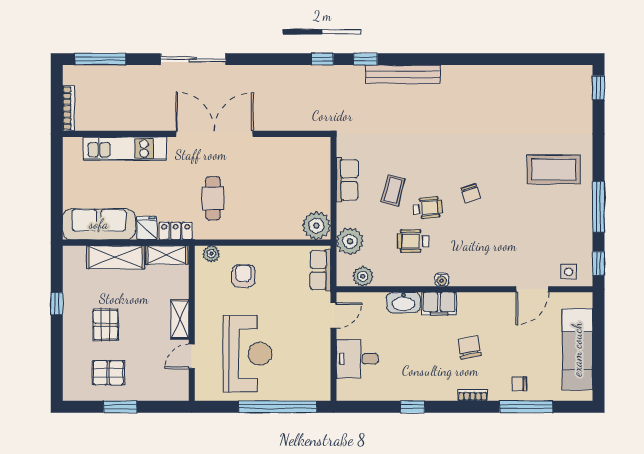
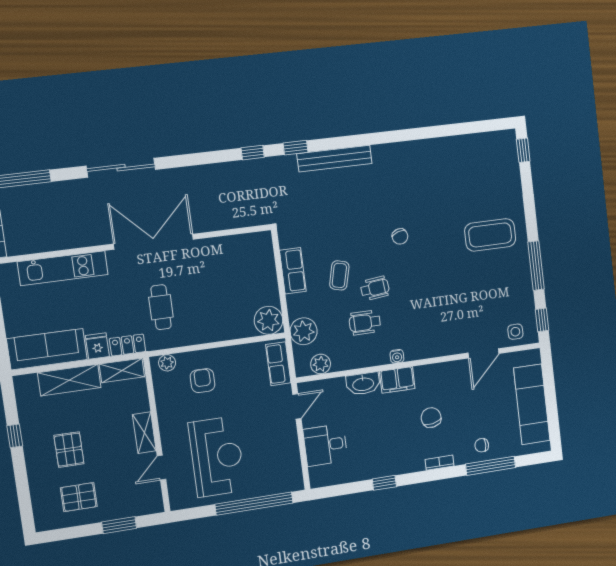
chair: (471, 193) -> (400, 236), moved
window: (120, 407) -> (119, 525), moved

